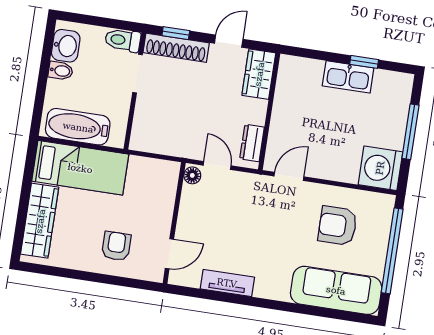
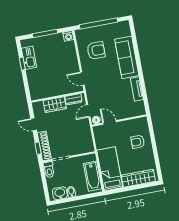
wardrobe: (259, 74) -> (55, 105), moved
kitchen sink: (348, 77) -> (29, 58), moved
washing machine: (380, 168) -> (68, 36), width x0.53, depth x0.53
armchair: (338, 226) -> (96, 50), turned -90
door: (169, 254) -> (110, 122), moved
sofa: (336, 290) -> (127, 57), moved

